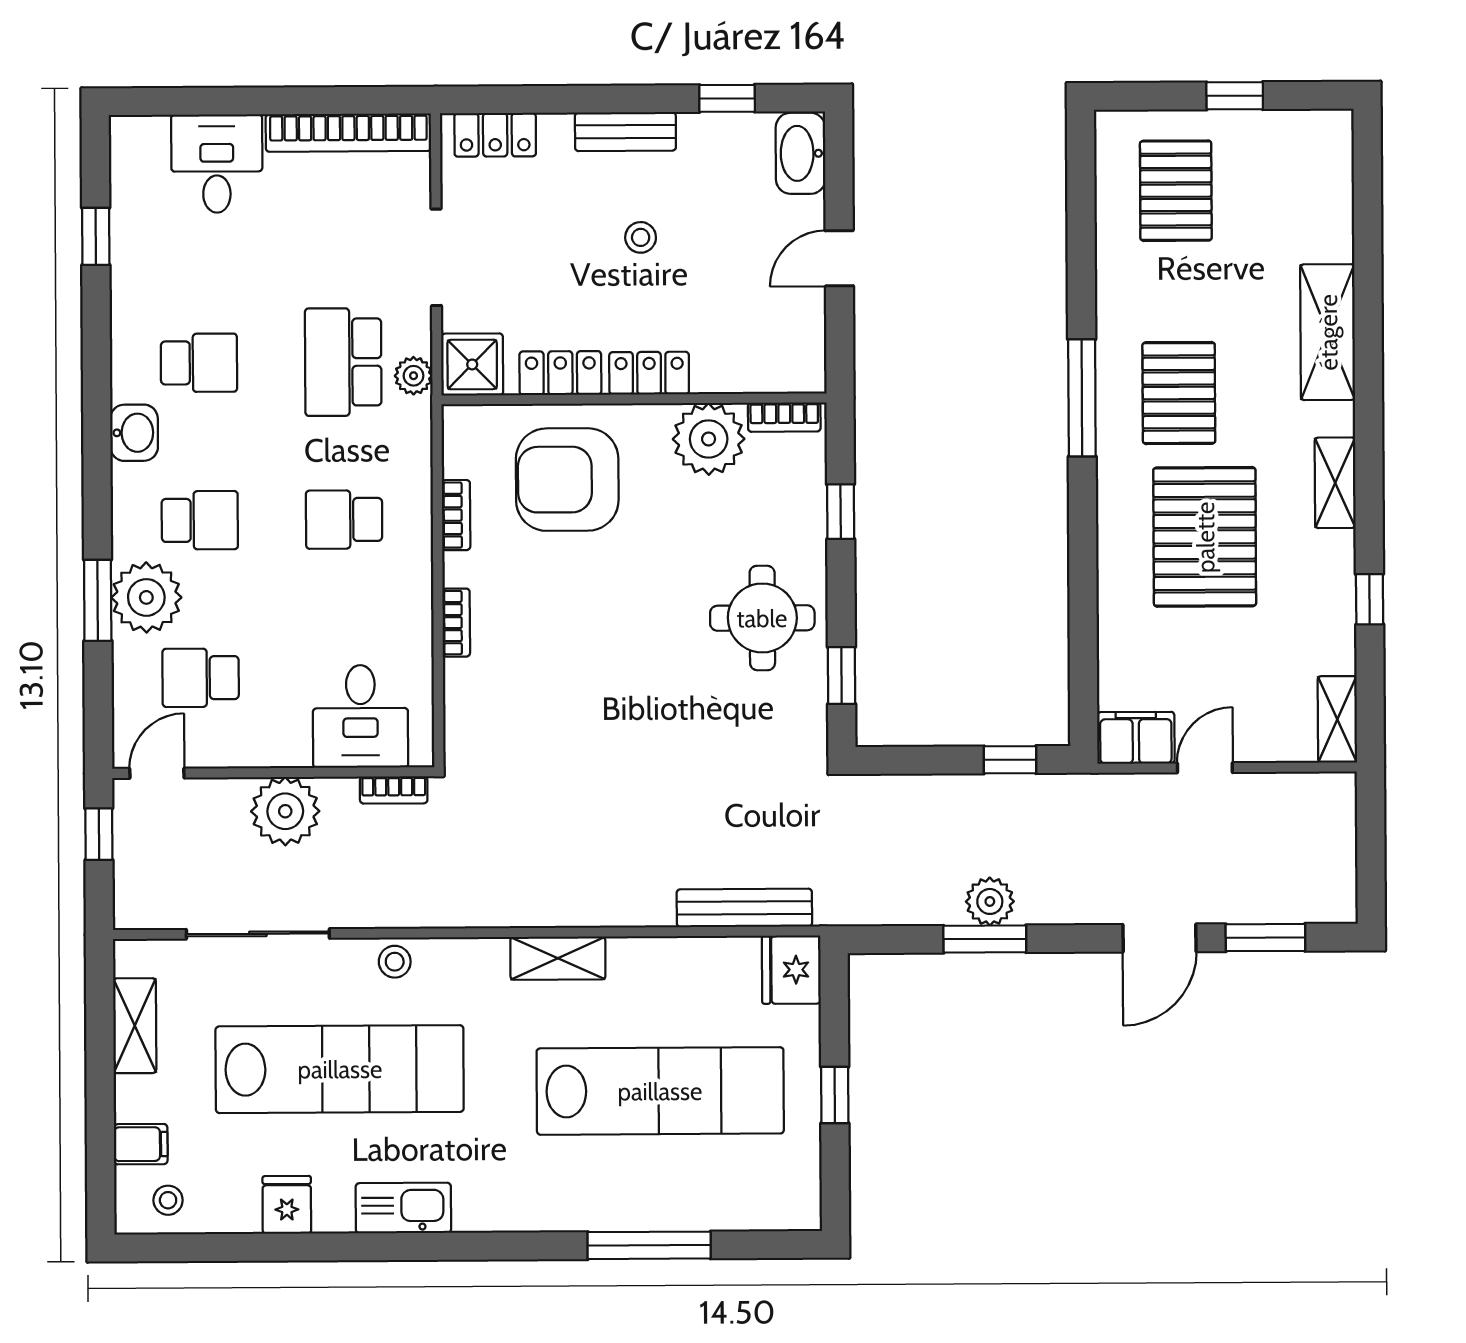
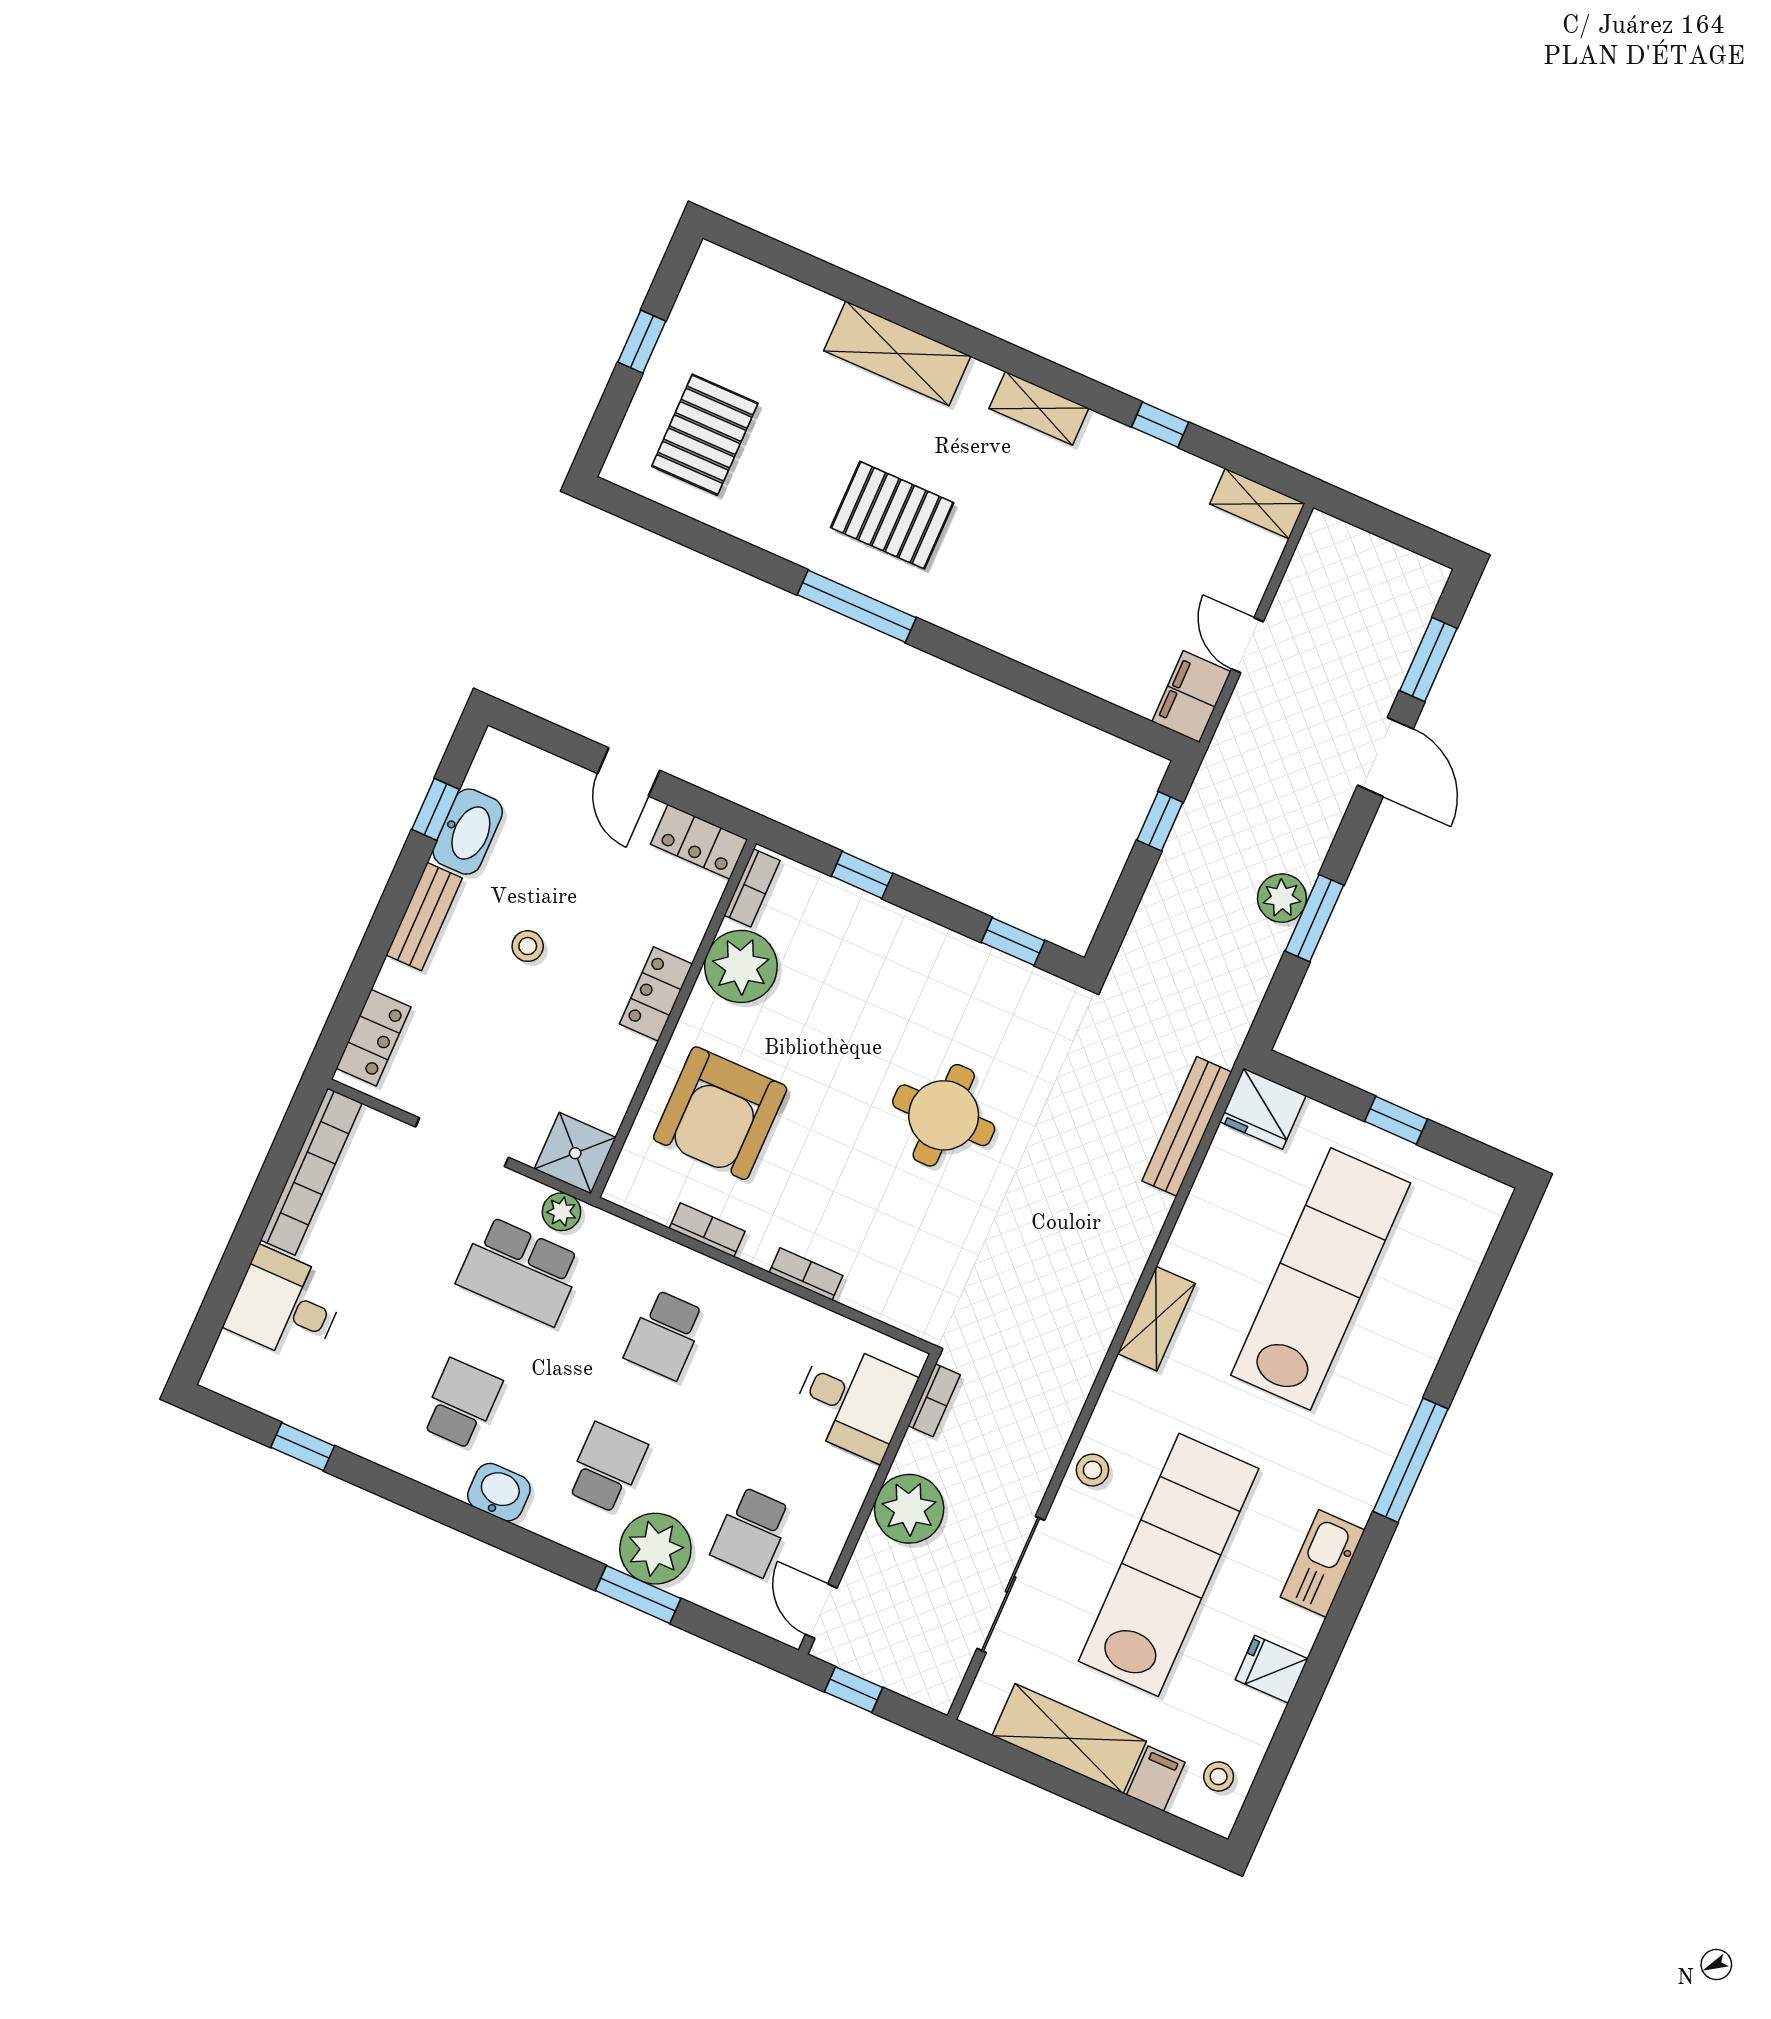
washbasin: (801, 153) -> (468, 832), moved, turned -90
pallet: (1176, 191) -> (705, 435), turned 90
locker: (560, 373) -> (699, 842), moved, turned -90
pallet: (1205, 537) -> (1035, 551), removed
round table: (762, 618) -> (944, 1115), moved
shelving: (135, 1026) -> (1069, 1739), width x1.50, depth x1.33
window: (649, 1245) -> (1411, 1460), moved

